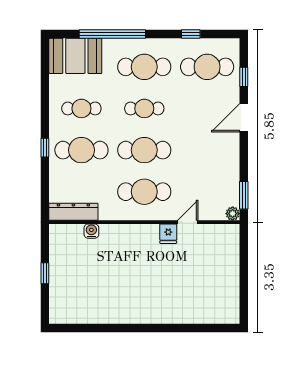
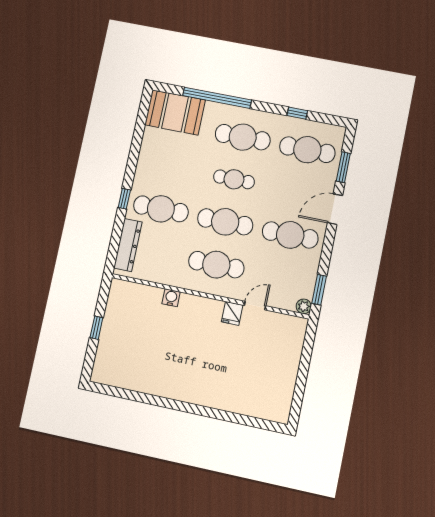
window: (244, 77) -> (343, 167), width x1.50
cafe table: (81, 108) -> (290, 235), moved, width x1.37, depth x1.35
dresser: (73, 212) -> (128, 245), moved, turned 90
water cooler: (91, 231) -> (171, 298), moved

